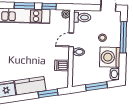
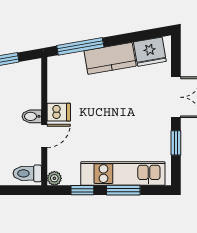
dishwasher: (62, 65) -> (59, 112), moved
window: (48, 93) -> (80, 46), width x1.44

